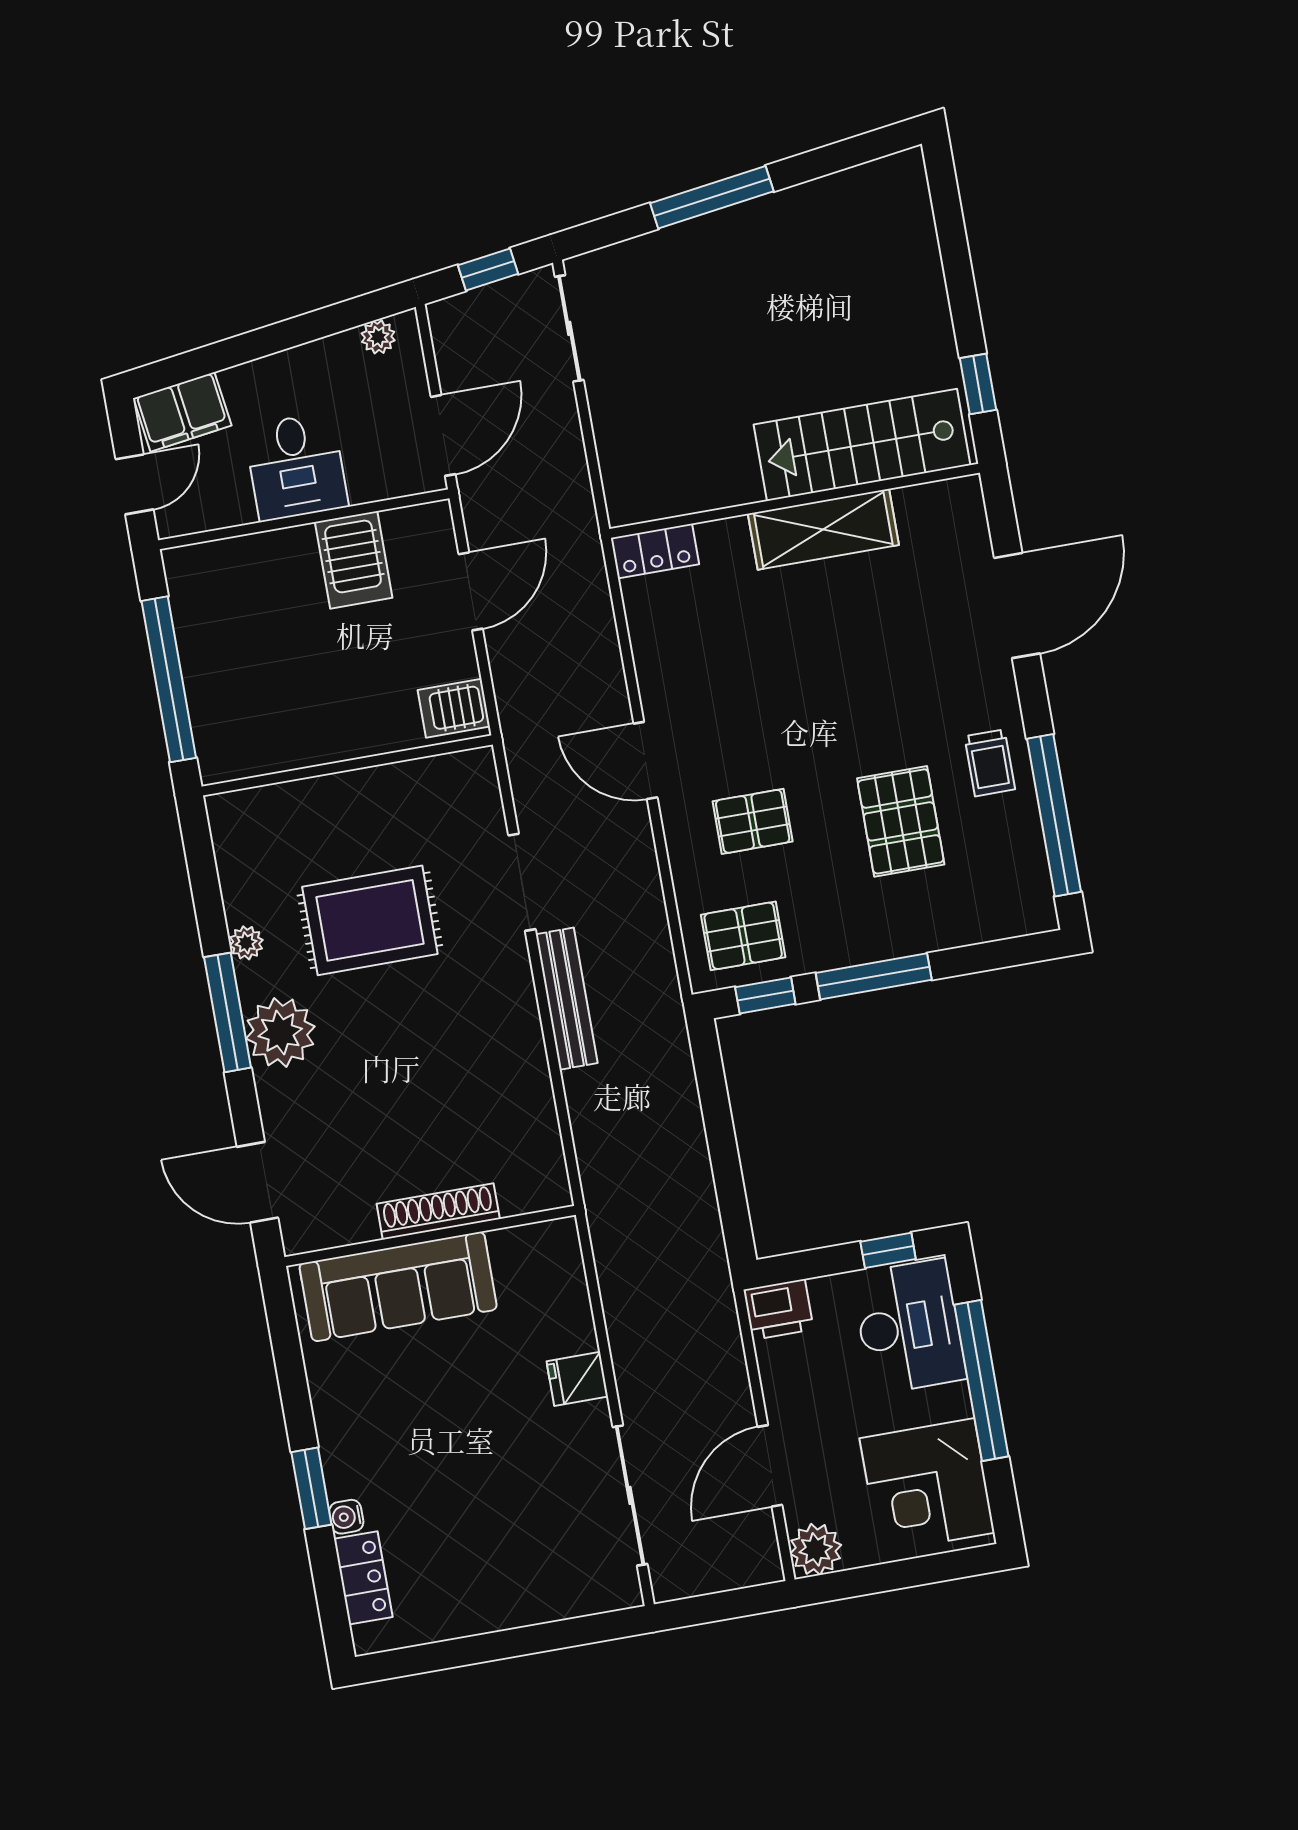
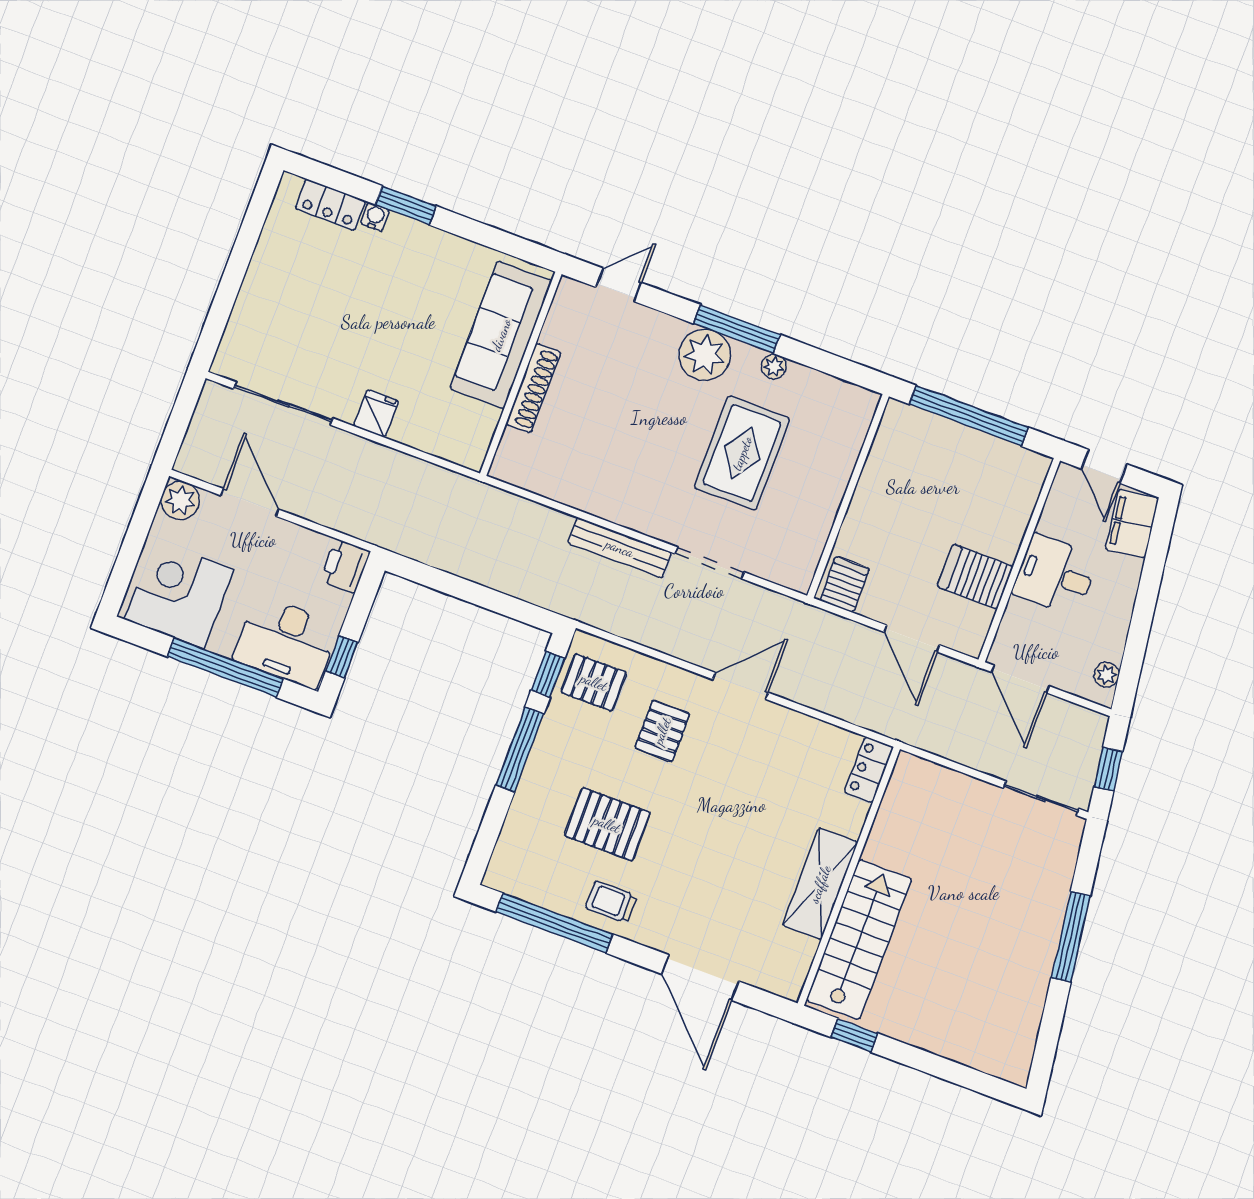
pallet: (743, 936) -> (594, 682), turned 90
door: (257, 1182) -> (619, 285), width x0.73

